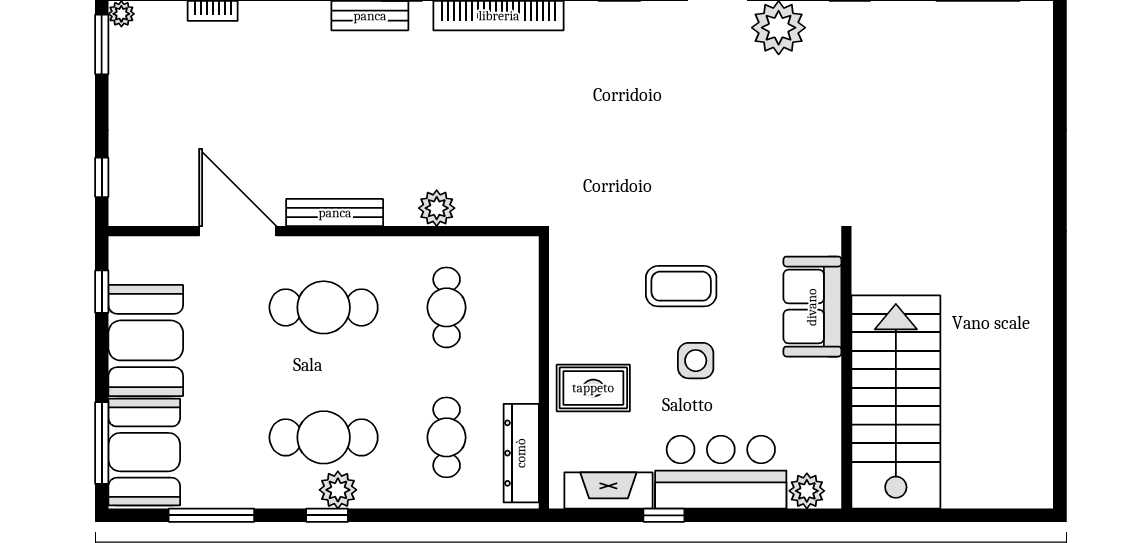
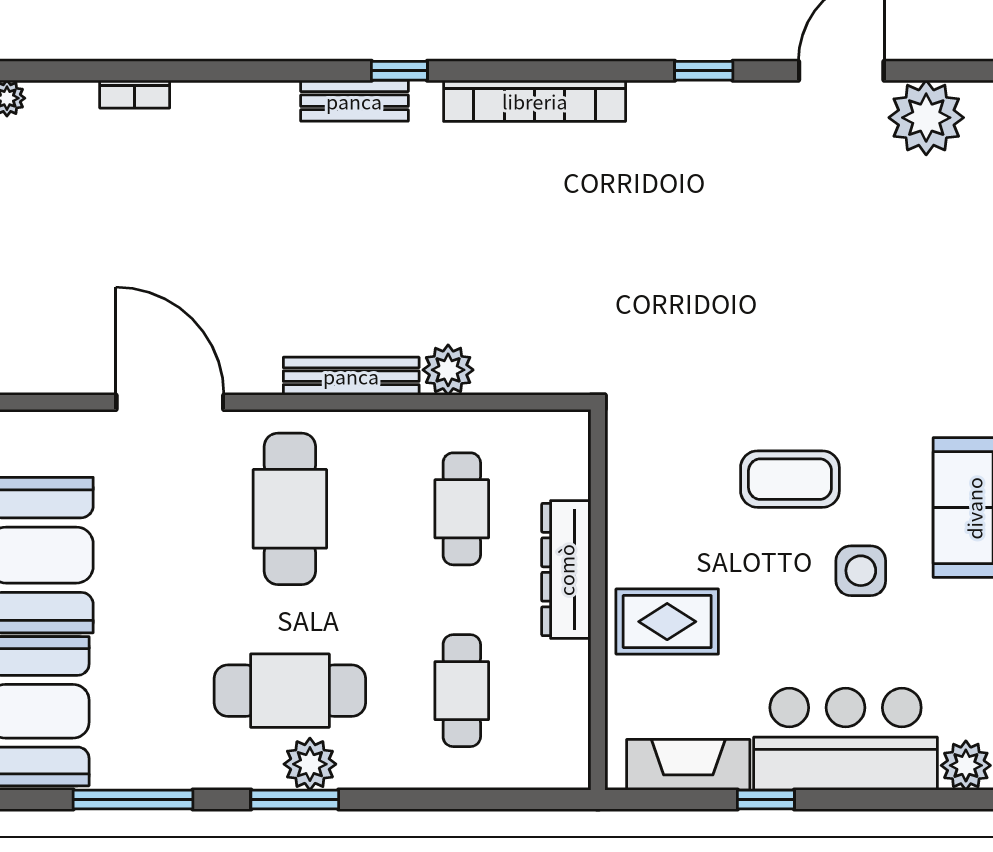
bench: (335, 213) -> (351, 376), moved
cafe table: (324, 307) -> (290, 509), turned 90
side table: (696, 361) -> (861, 571), moved
dresser: (521, 453) -> (566, 570), moved
window: (327, 515) -> (295, 800), width x1.50

